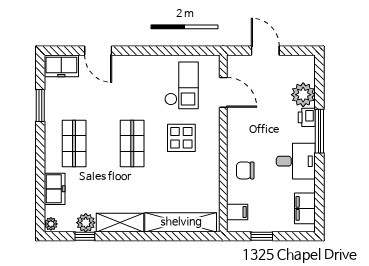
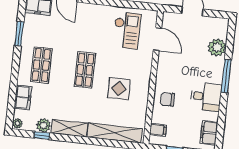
printer: (307, 117) -> (218, 65), removed
display table: (181, 138) -> (119, 89), moved

